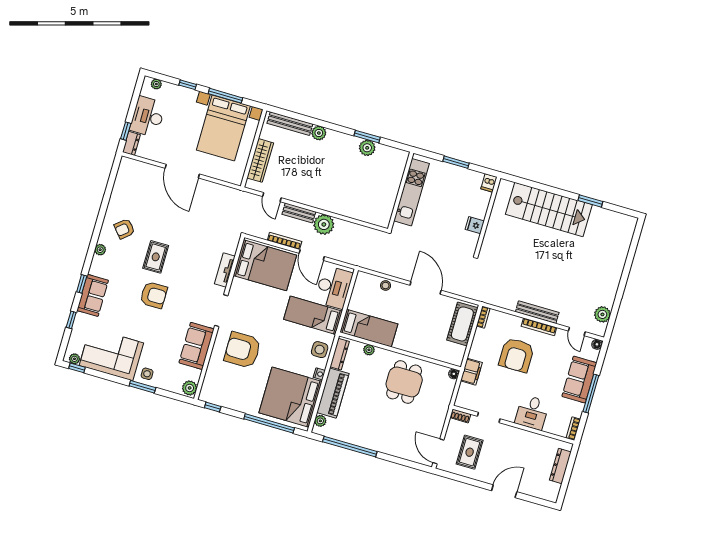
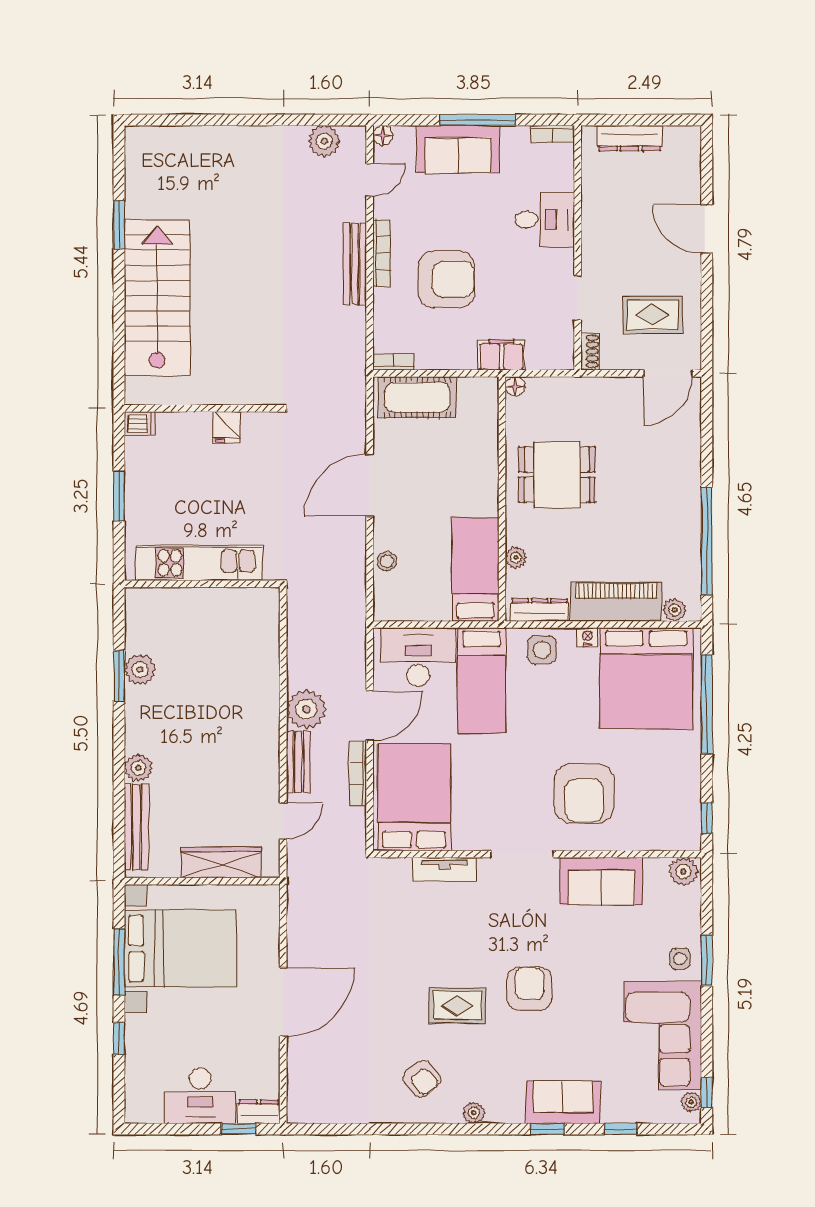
plant: (156, 84) -> (135, 1097), removed

